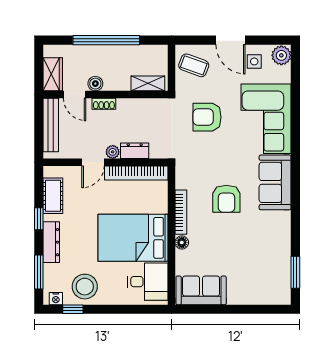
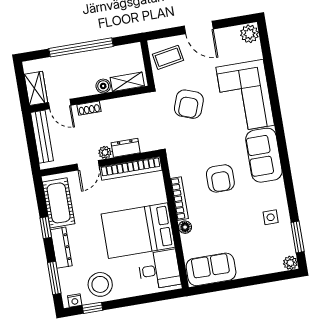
side table: (254, 61) -> (271, 217), moved
coffee table: (194, 65) -> (168, 57), turned -30
boiler: (95, 84) -> (103, 86), moved
armchair: (207, 117) -> (189, 104), turned -70
cot: (53, 196) -> (59, 203), width x1.37, depth x1.34
plant: (284, 297) -> (290, 263), added

